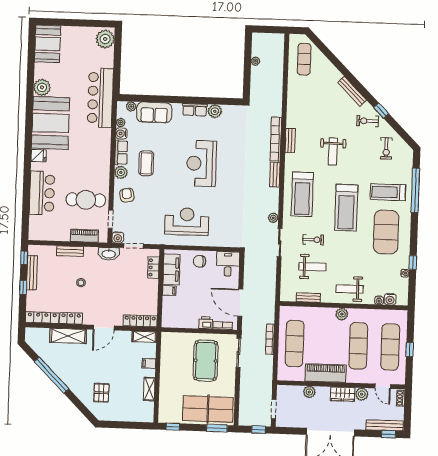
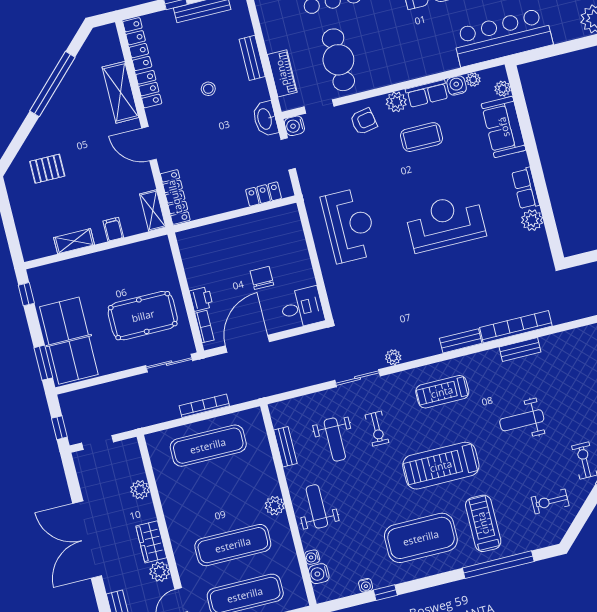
treadmill: (302, 194) -> (442, 392), width x0.73, depth x0.73
chair: (200, 261) -> (262, 278), moved
filing cabinet: (171, 269) -> (269, 223), removed
filing cabinet: (169, 291) -> (235, 229), removed
piano: (326, 373) -> (176, 506), removed

